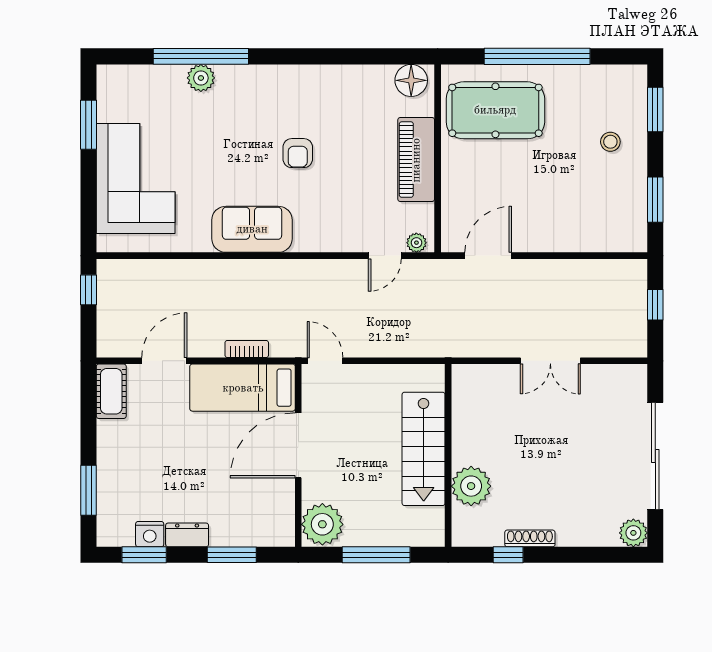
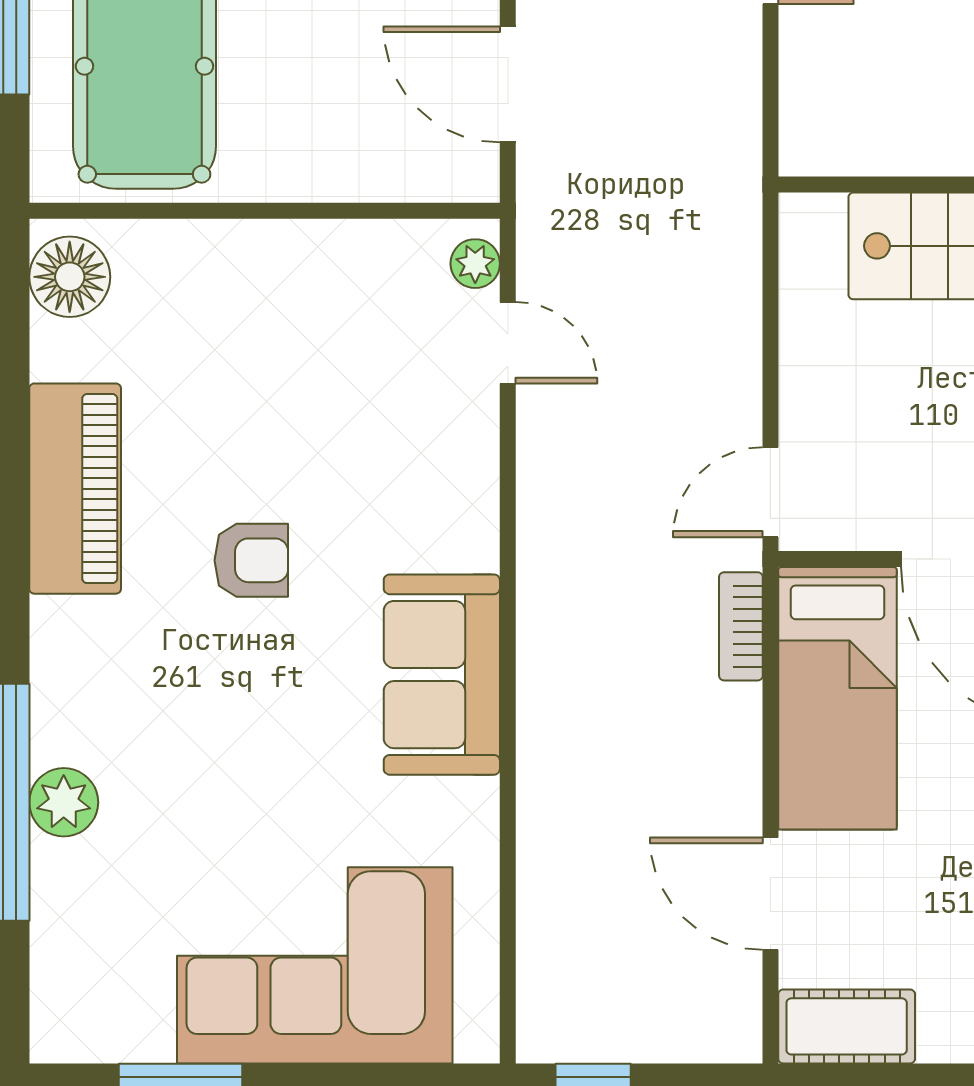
piano: (416, 160) -> (75, 489), moved, turned -90
bookcase: (247, 349) -> (741, 626), moved

